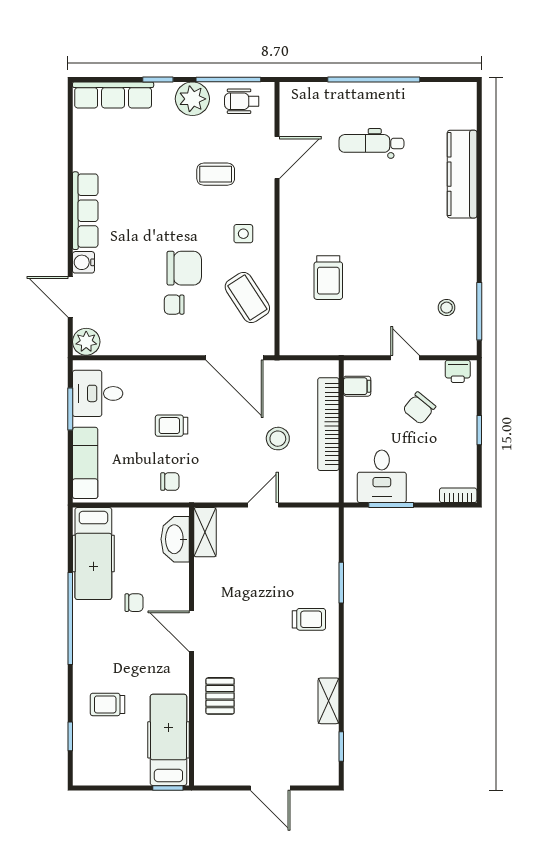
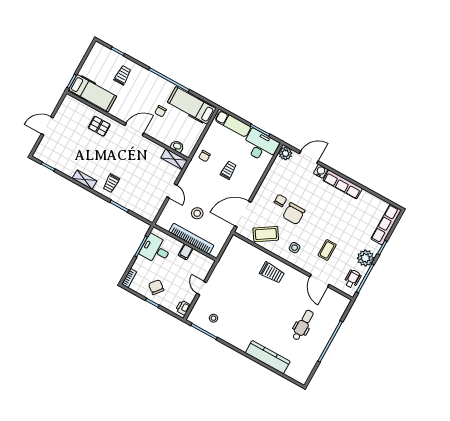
trolley: (328, 278) -> (272, 273), moved, turned 180
door: (405, 358) -> (202, 288), swing flipped
filing cabinet: (357, 386) -> (186, 252), moved
desk: (98, 393) -> (260, 146), width x1.37
chair: (419, 408) -> (156, 287), moved
washbasin: (175, 539) -> (177, 146), width x0.52, depth x0.69
shelving: (329, 701) -> (85, 180), moved

